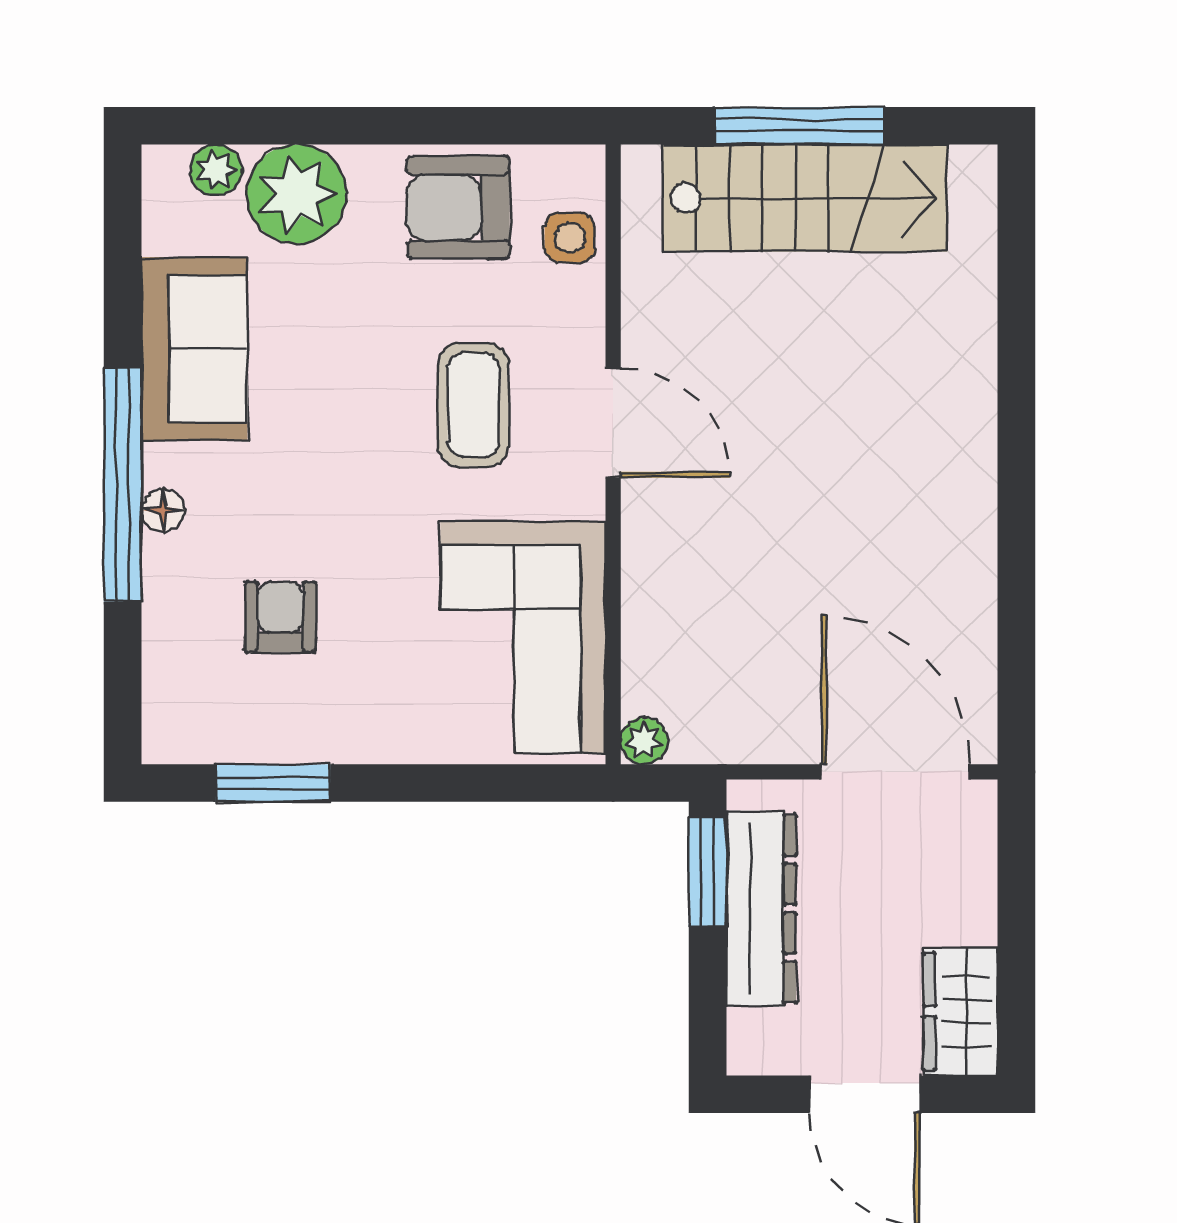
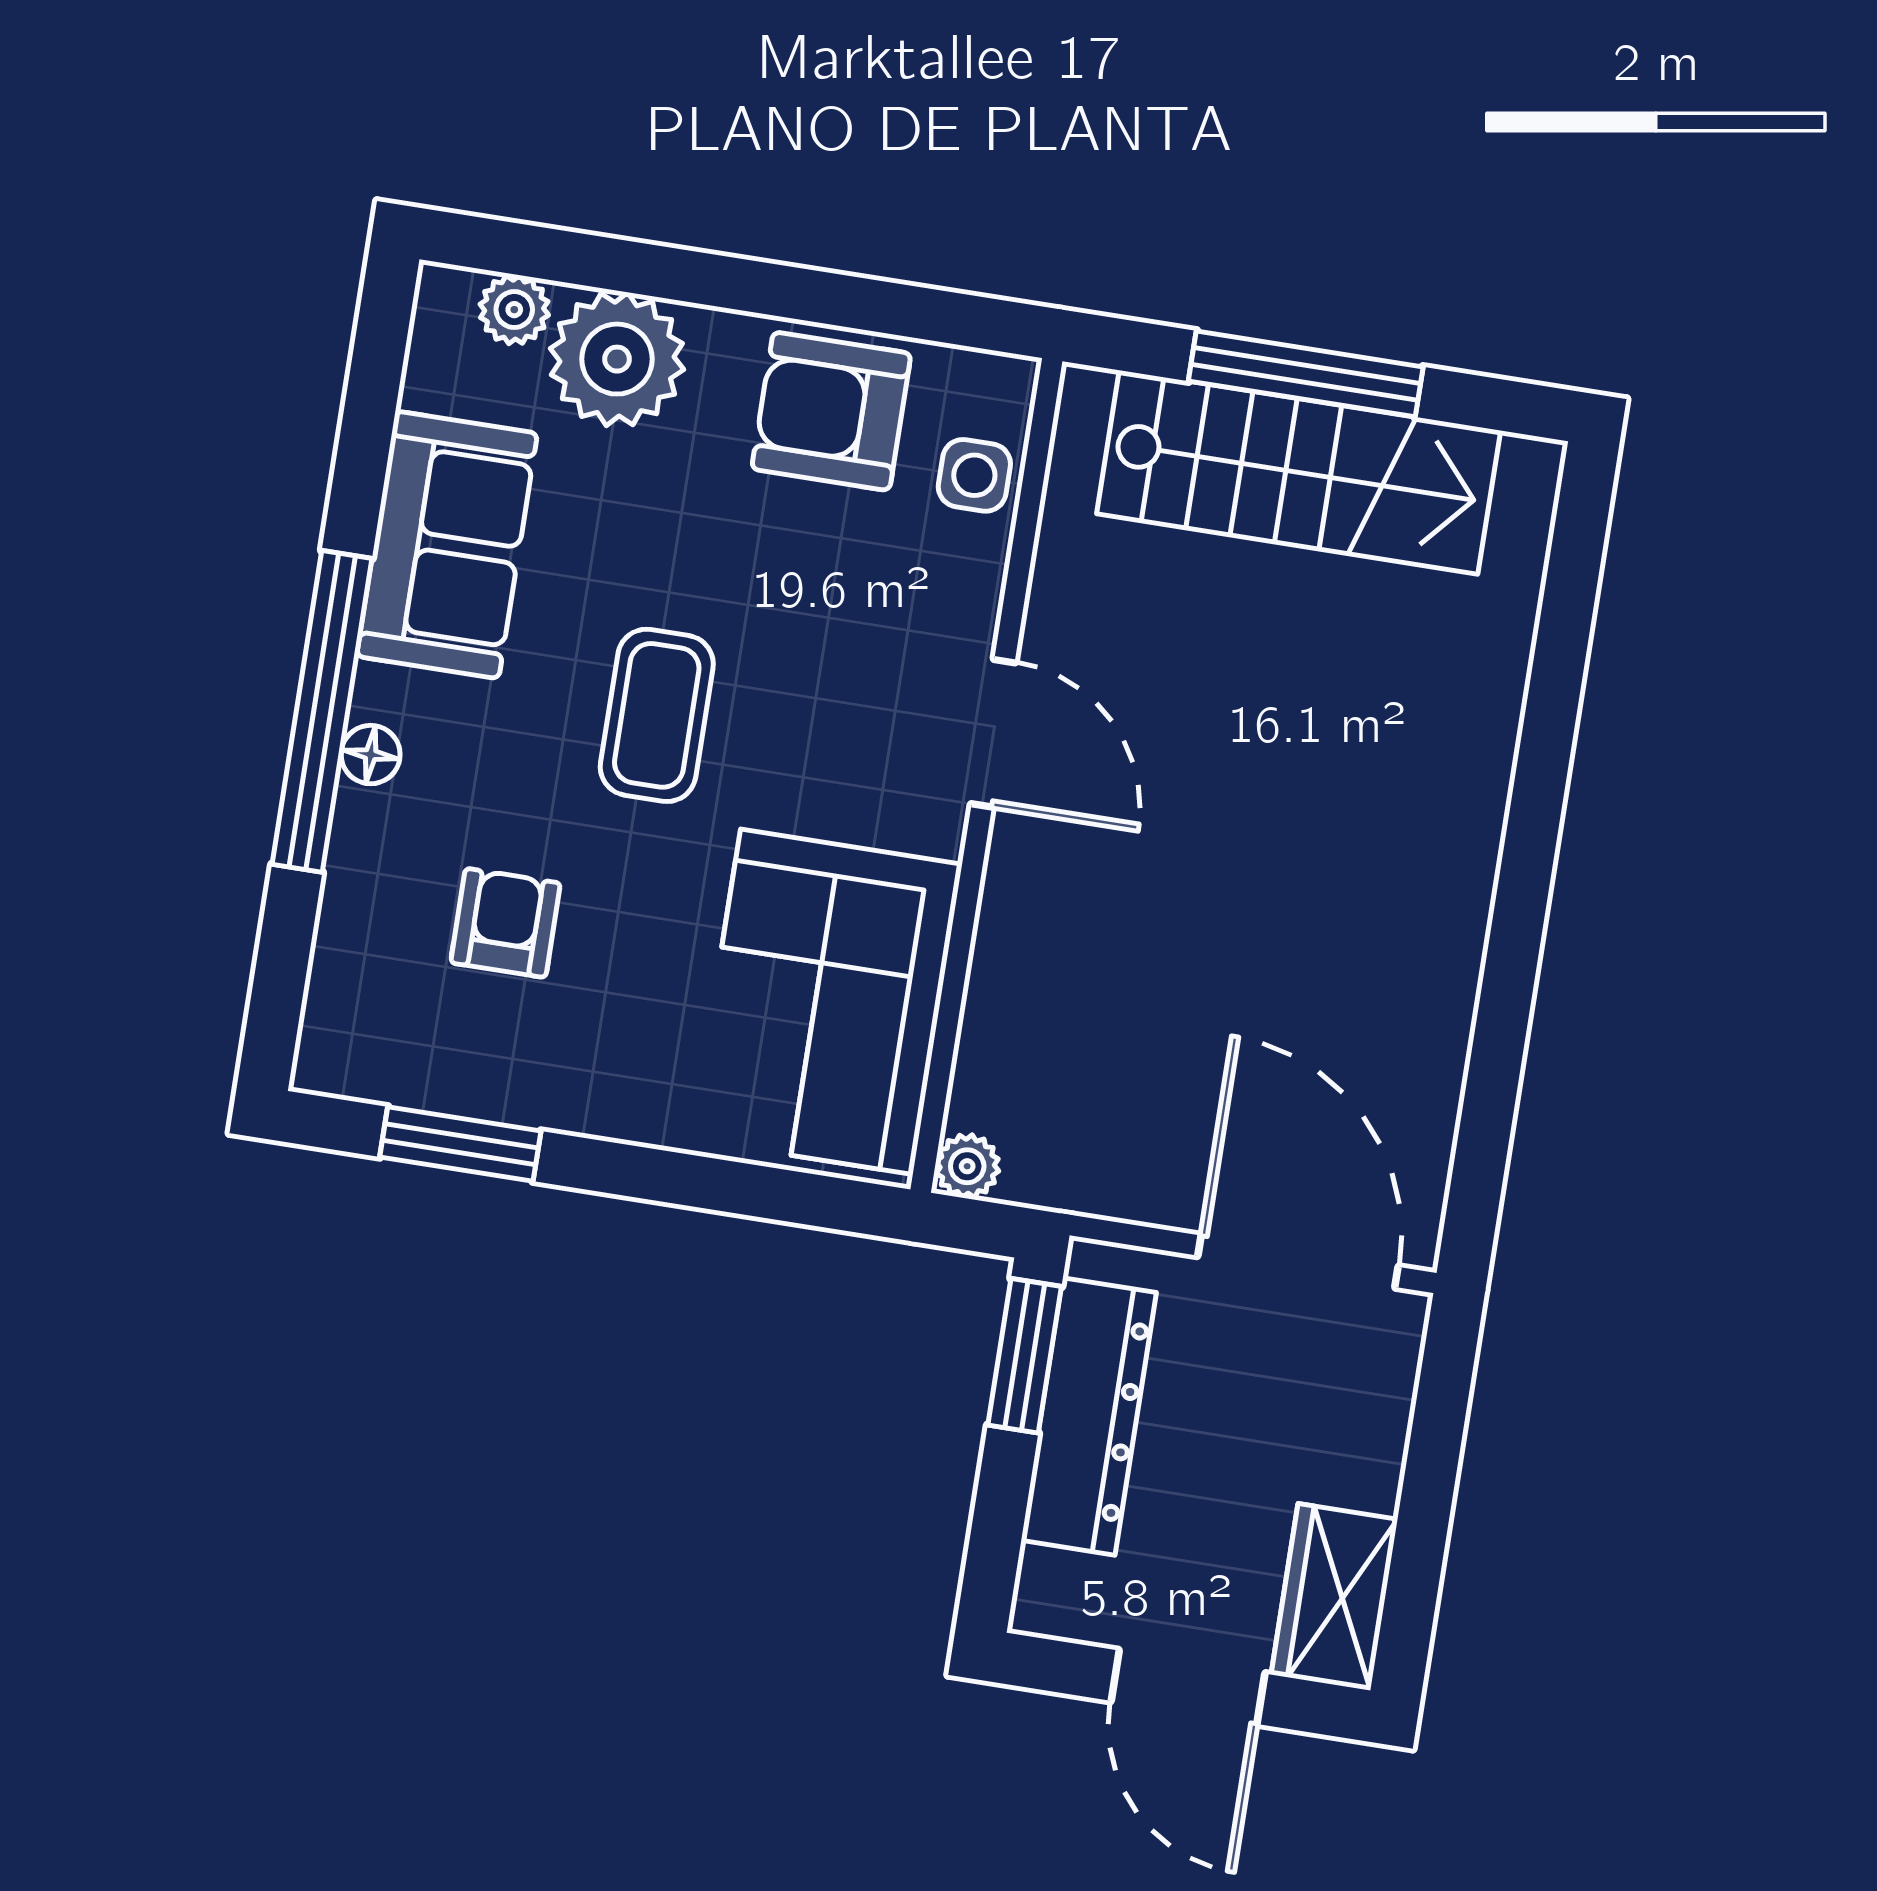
coffee table: (473, 405) -> (657, 715), moved

